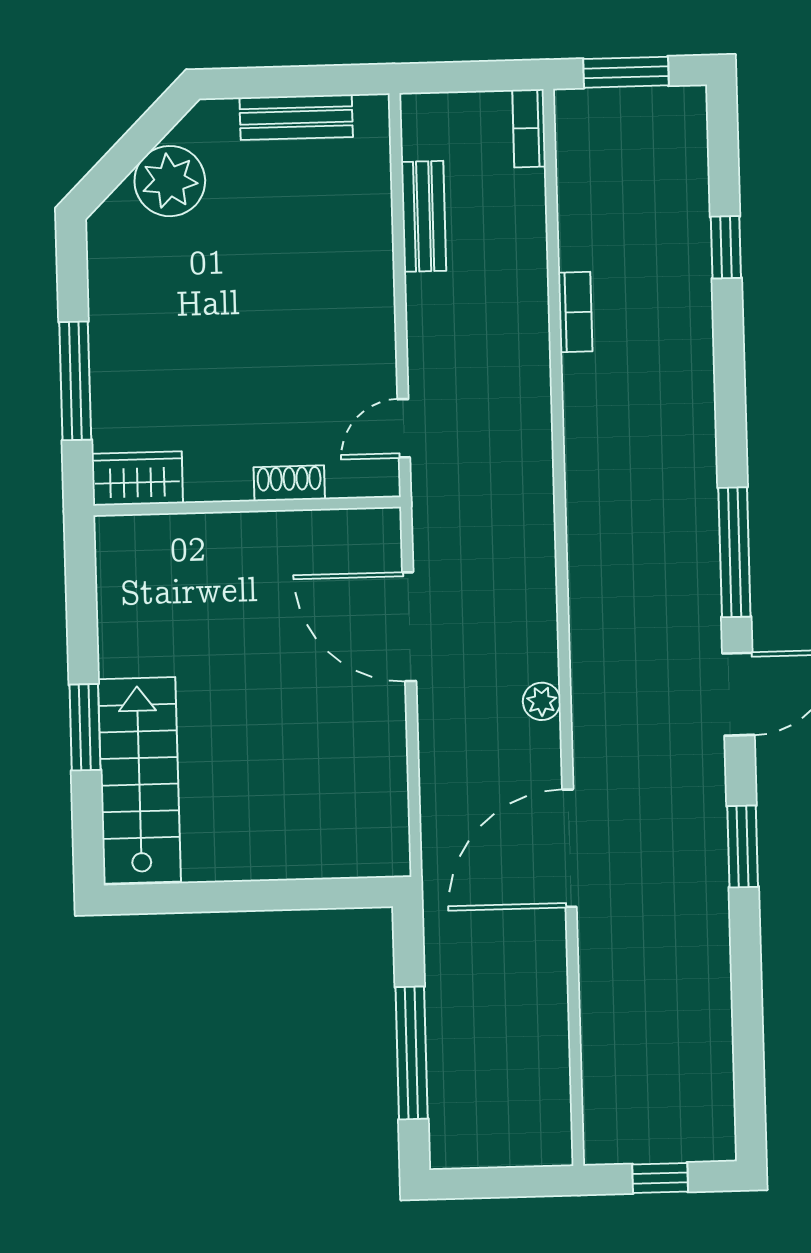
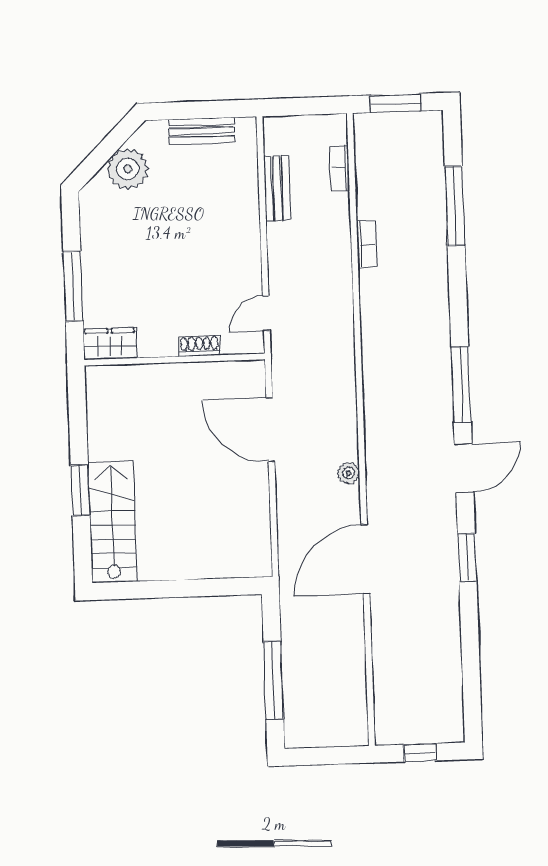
bookcase: (529, 128) -> (340, 168), moved
window: (726, 247) -> (455, 206), width x2.17

